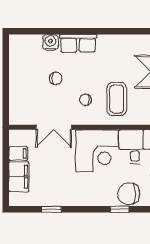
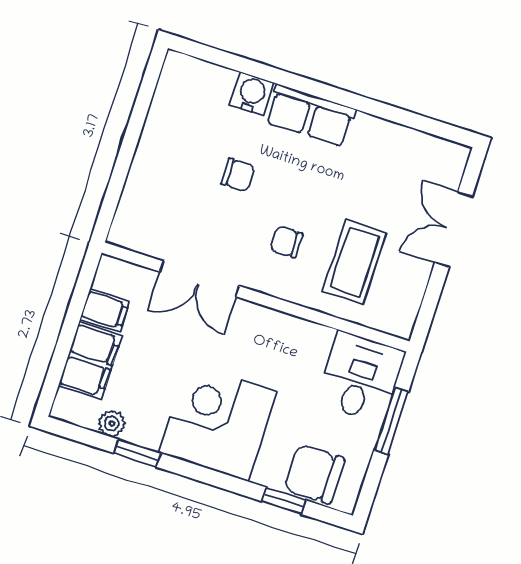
corner desk: (97, 151) -> (218, 422), moved, turned 180
plant: (37, 200) -> (112, 423), added

